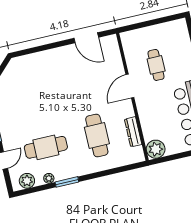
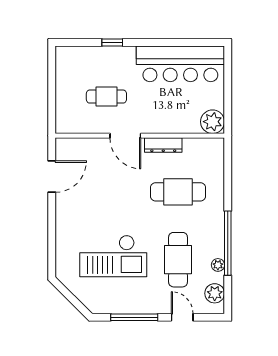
checkout: (37, 98) -> (113, 256), added
dresser: (133, 132) -> (163, 145), moved
window: (67, 182) -> (228, 243), width x2.11

